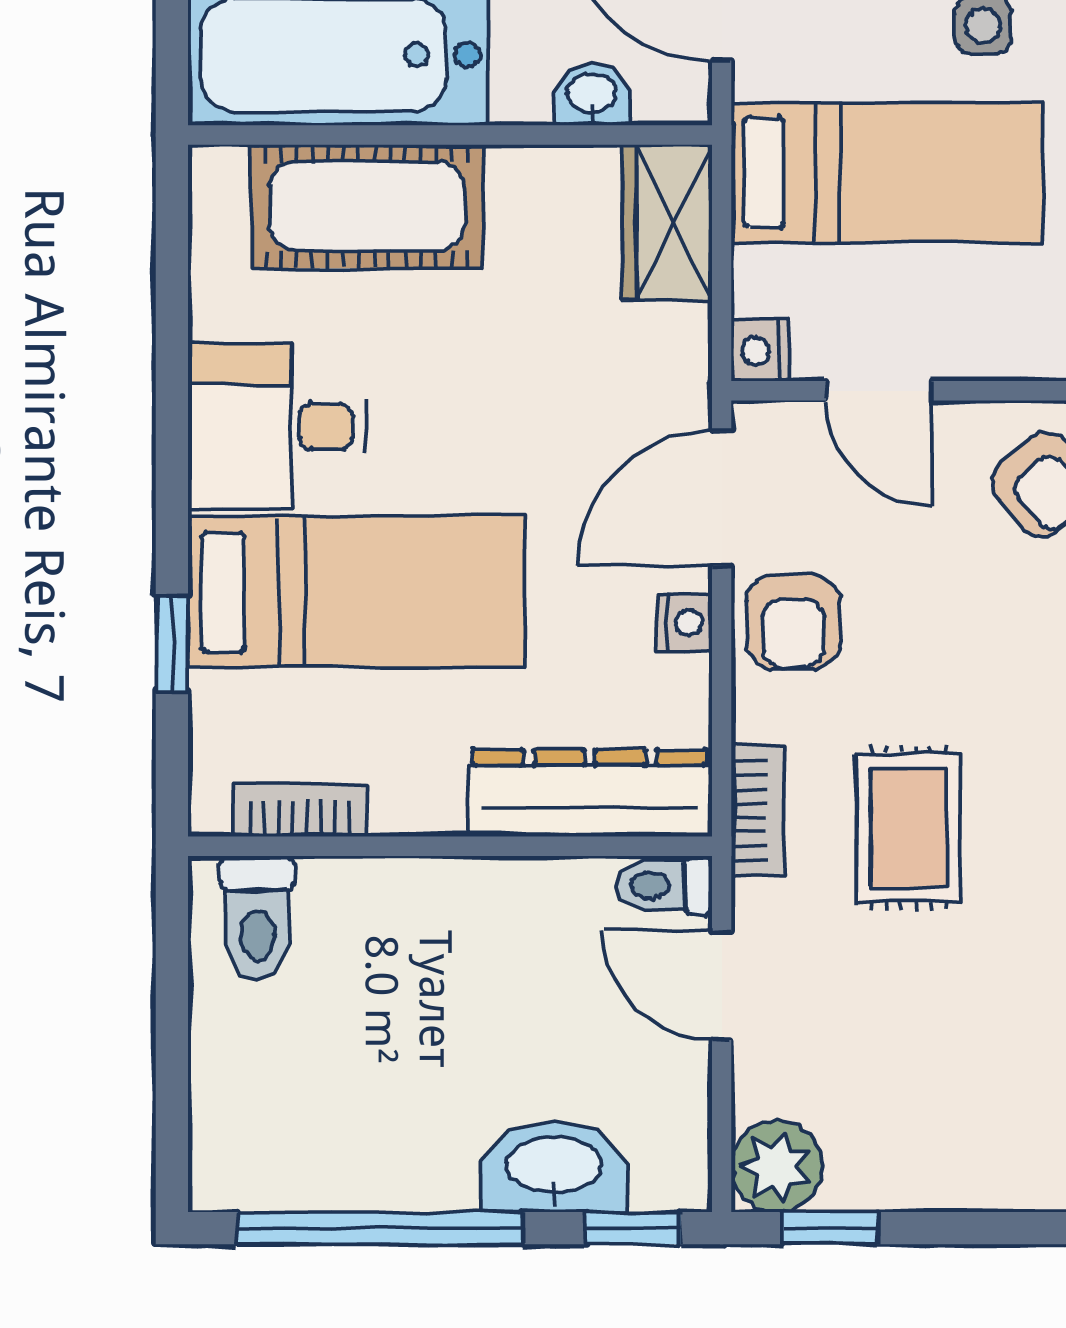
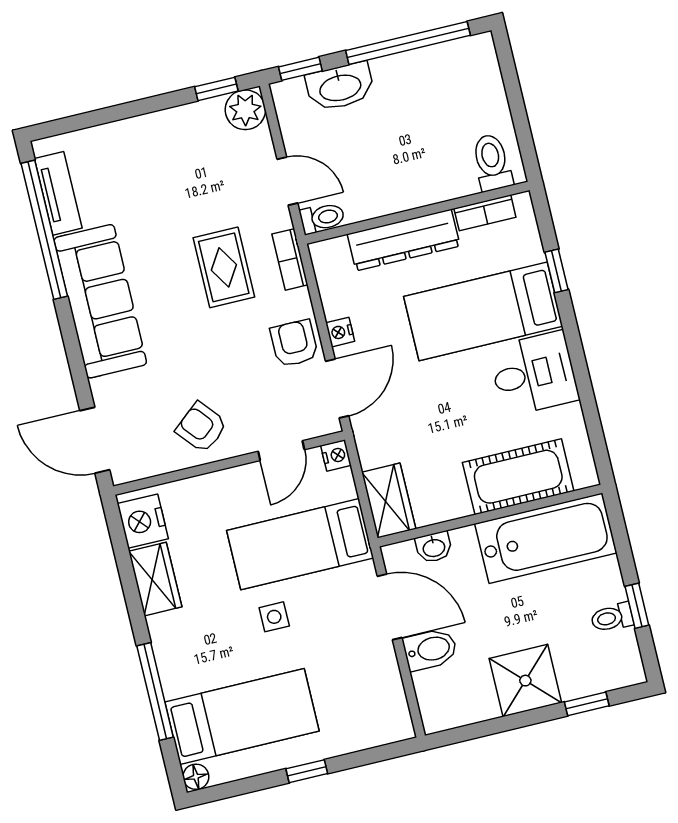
door: (879, 391) -> (281, 451), swing flipped
dresser: (590, 793) -> (404, 240), moved

